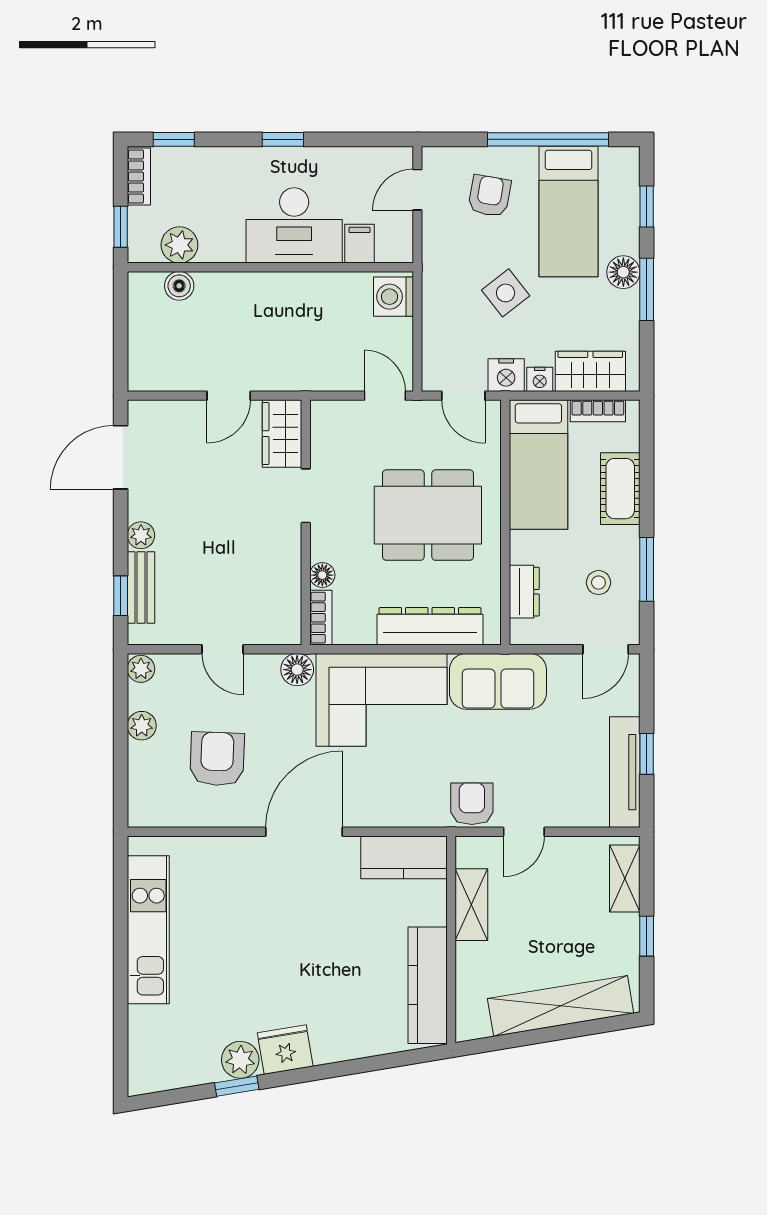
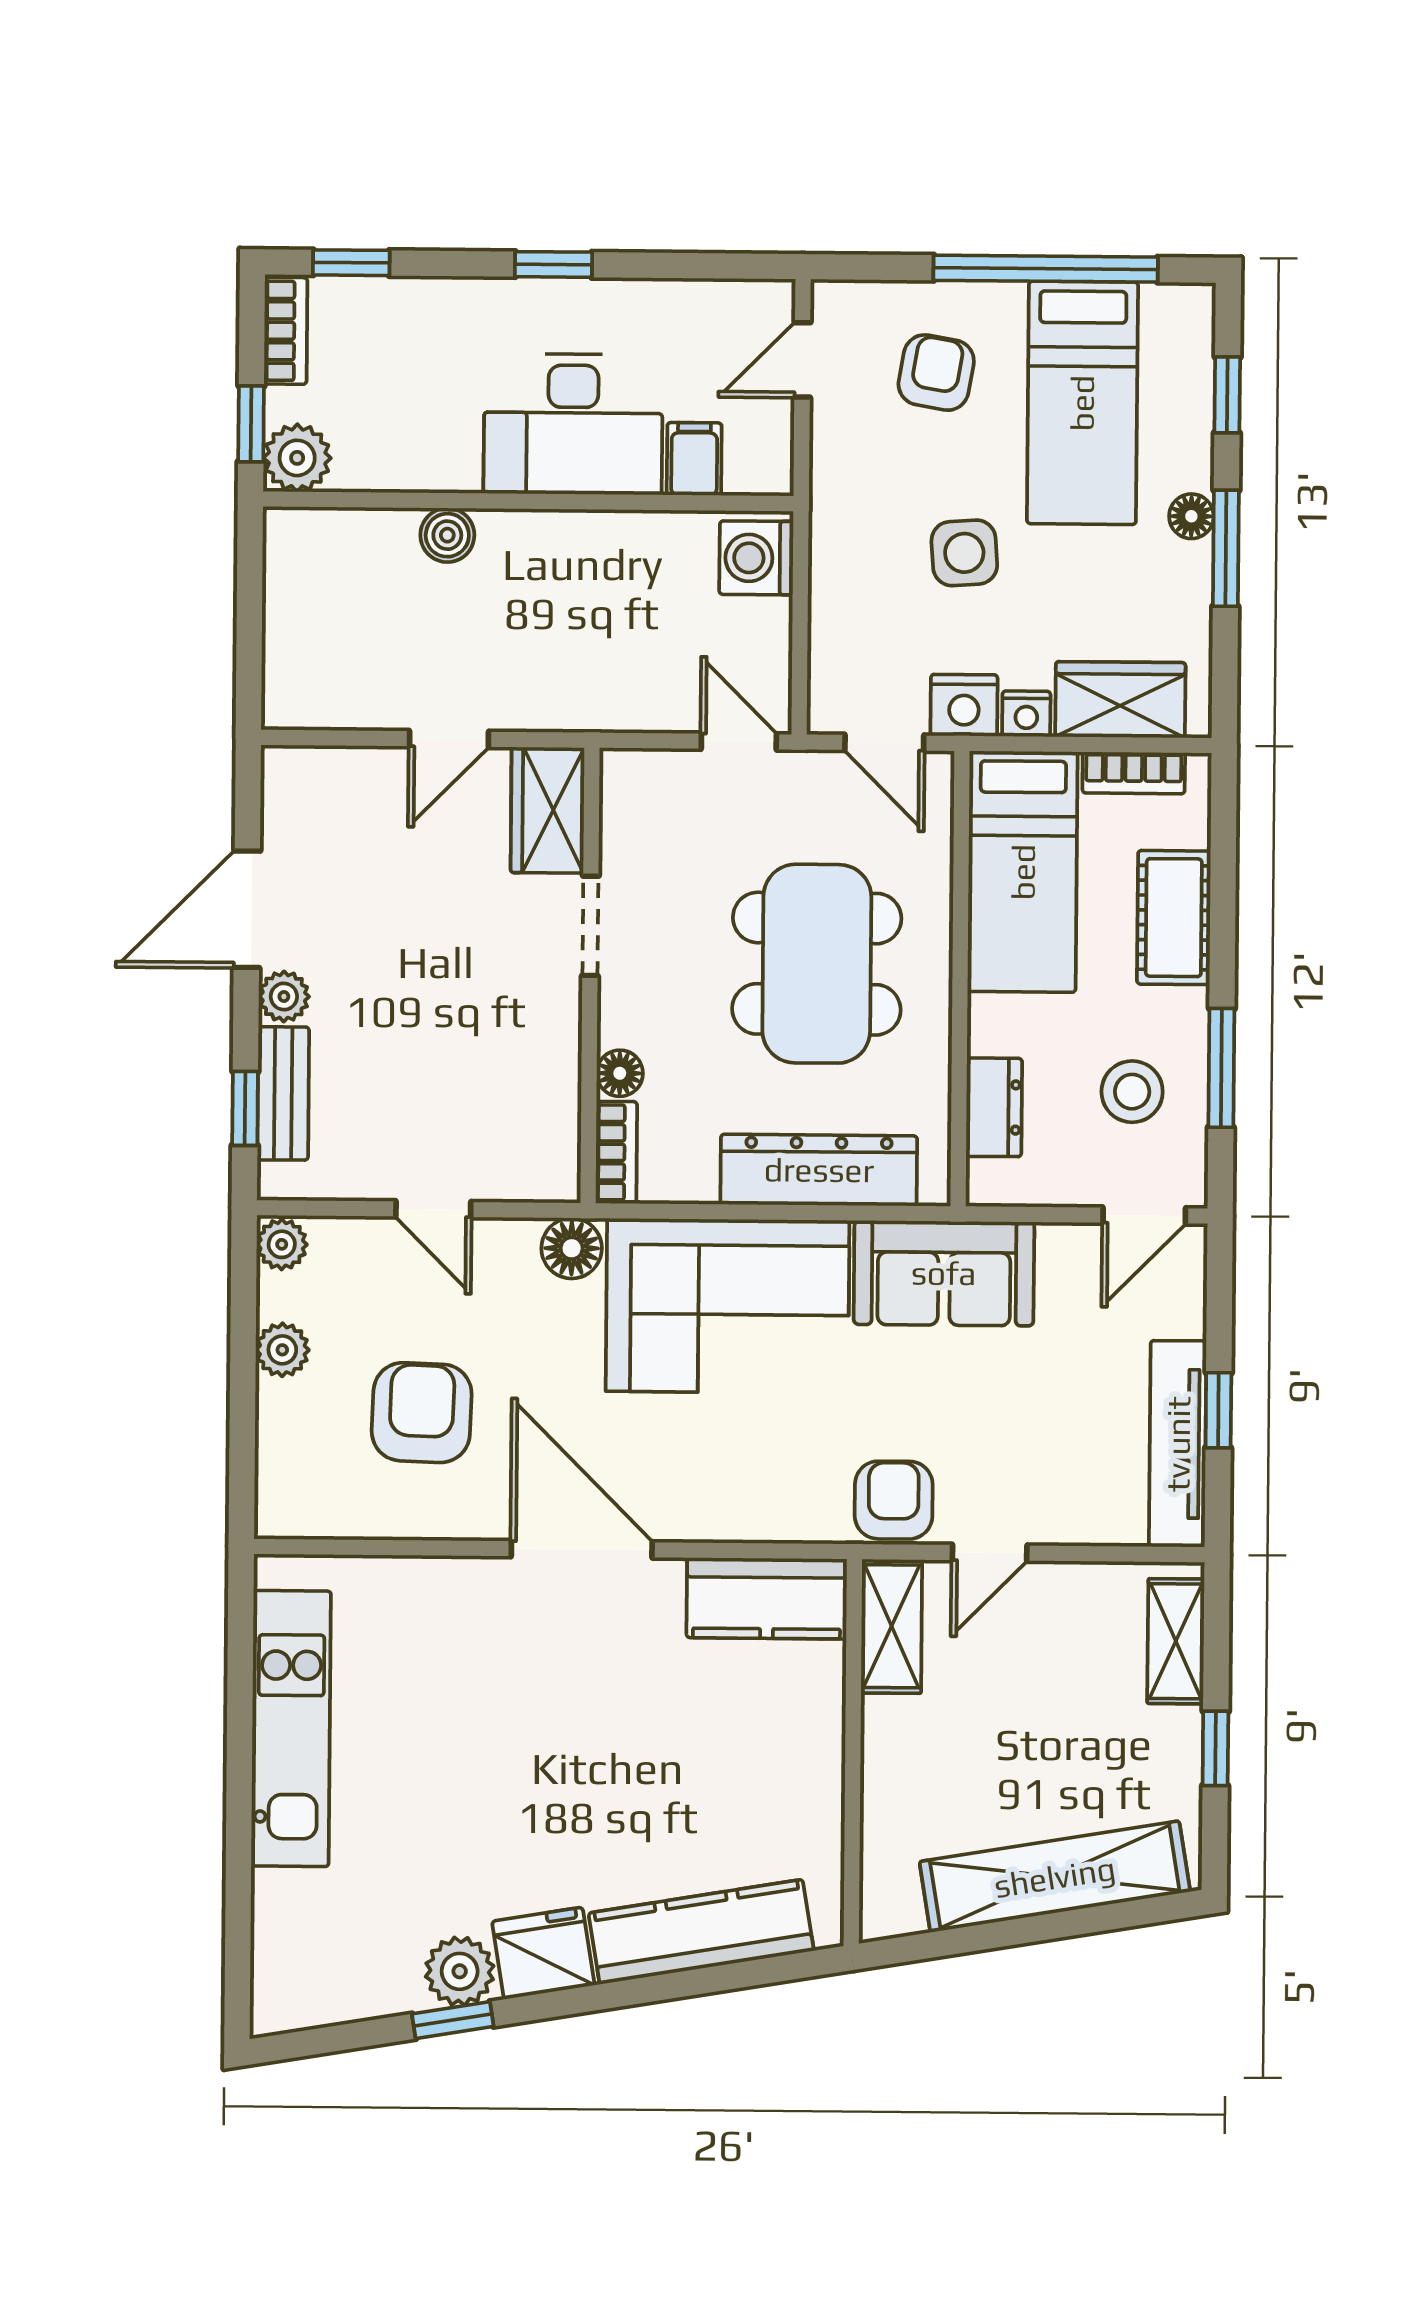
plant: (179, 245) -> (297, 458), moved
floor lamp: (623, 272) -> (1191, 516), width x0.73, depth x0.73
boiler: (179, 286) -> (447, 535), moved
side table: (506, 293) -> (964, 553), turned 34
door: (121, 457) -> (247, 909), moved
dining table: (428, 515) -> (817, 964), turned 90
stool: (598, 583) -> (1132, 1092), width x1.37, depth x1.37
door: (304, 832) -> (582, 1549), hinge flipped
shelving: (471, 905) -> (892, 1626), moved
kitchen counter: (428, 985) -> (701, 1932), moved, turned 81

